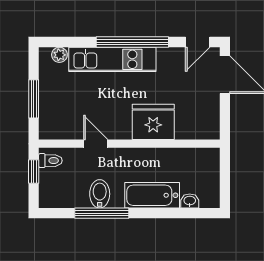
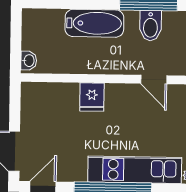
fridge: (153, 122) -> (92, 97), width x0.53, depth x0.75
washbasin: (190, 201) -> (29, 61), moved, turned -90

